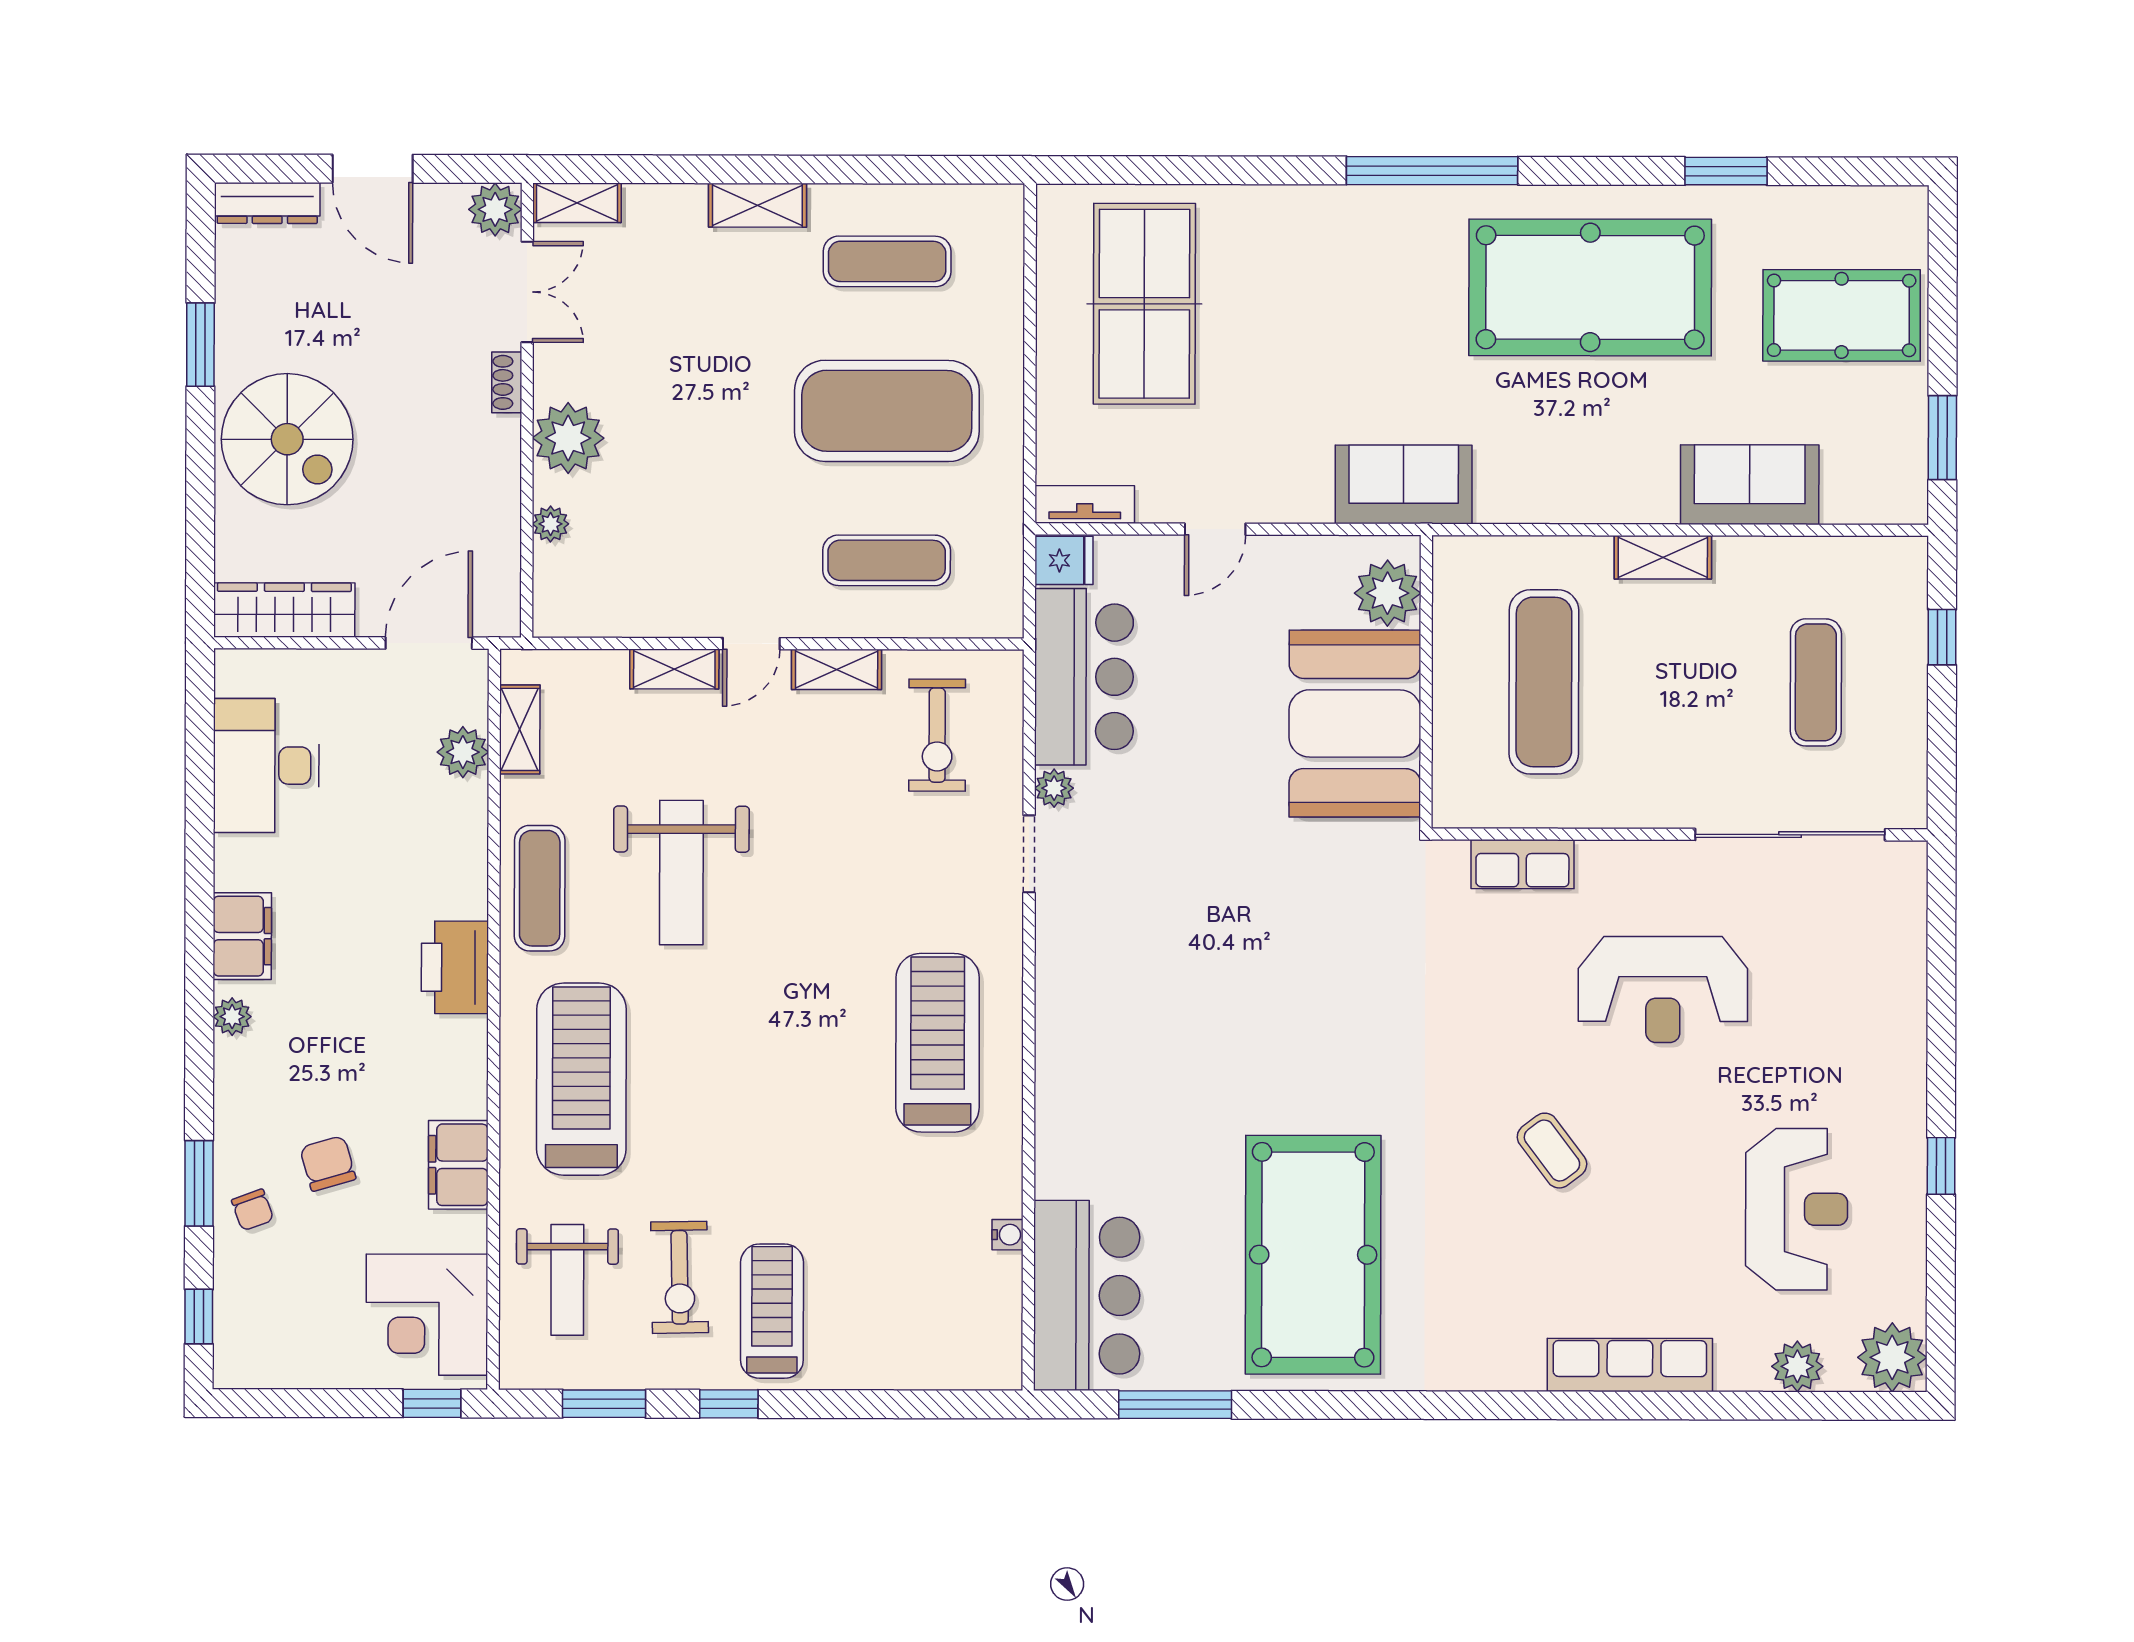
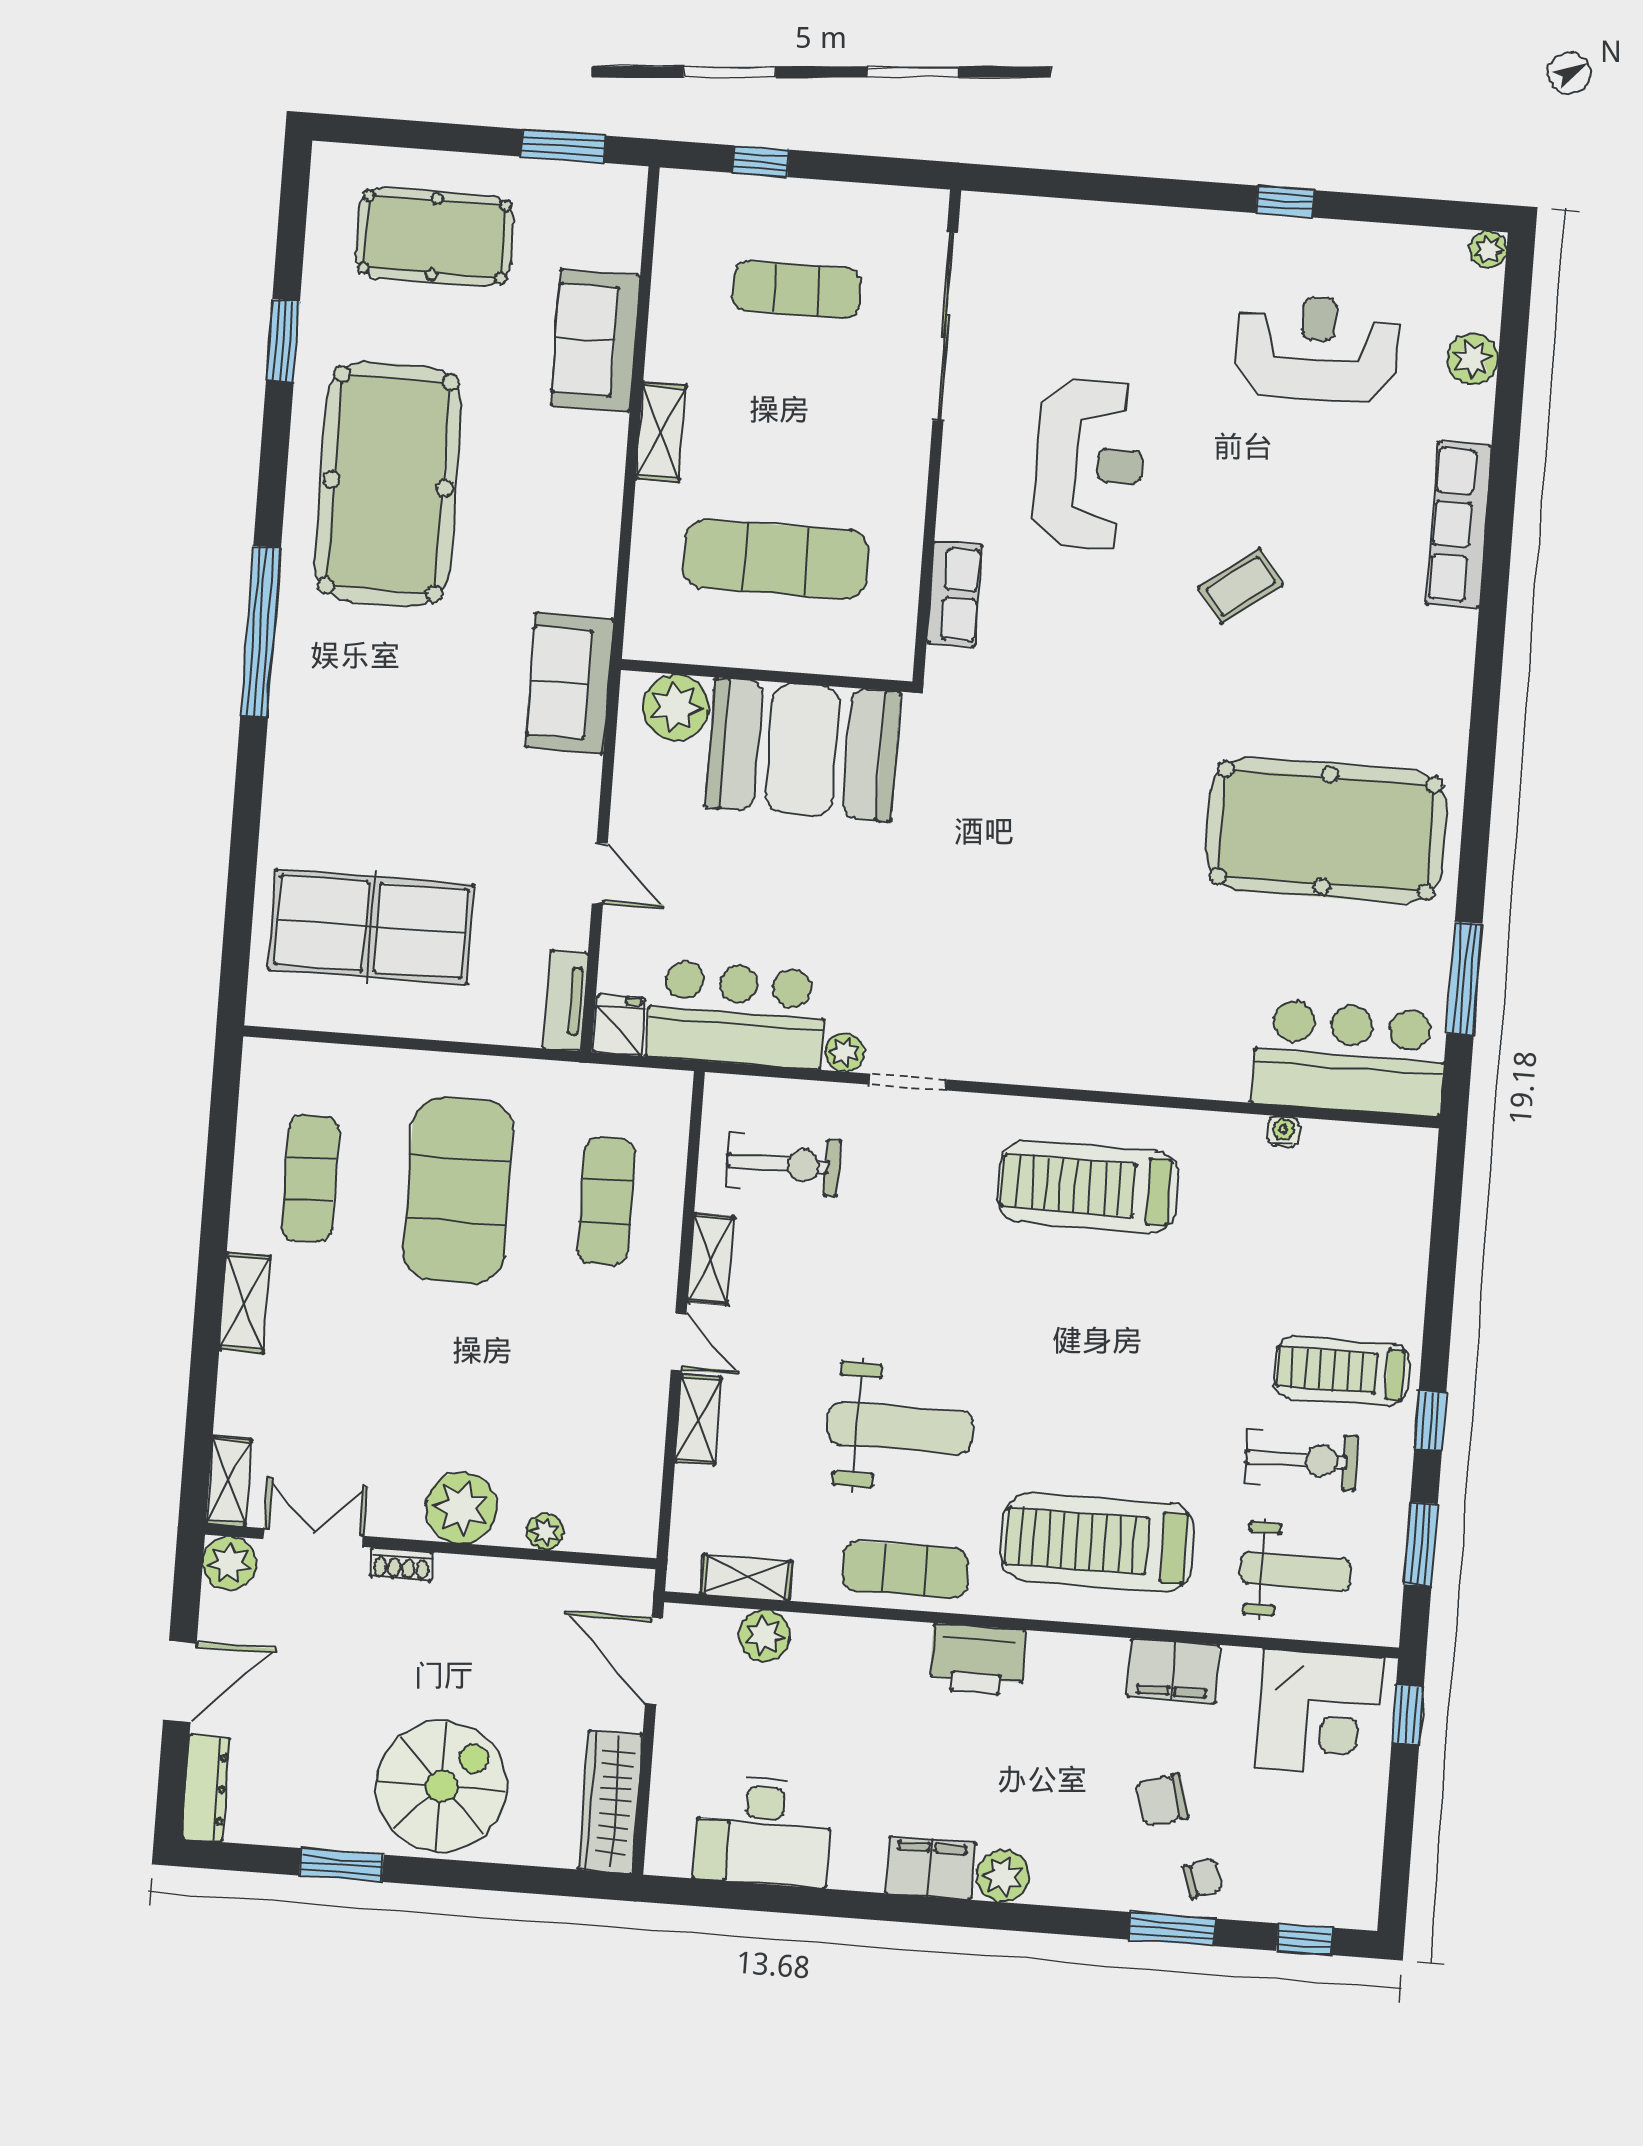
pool table: (1842, 315) -> (435, 237), turned 90
plant: (232, 1017) -> (1003, 1876), width x1.38, depth x1.38
plant: (1892, 1357) -> (1488, 249), width x0.53, depth x0.53

